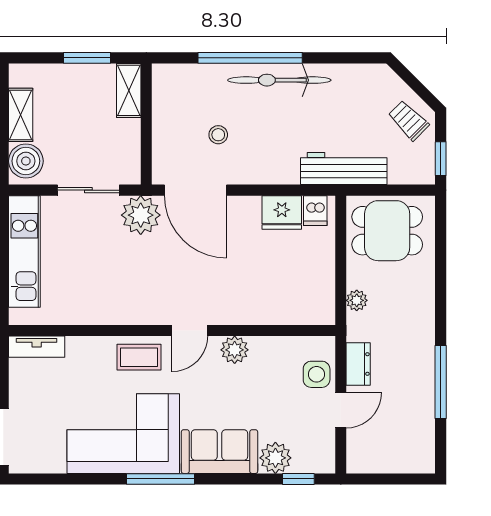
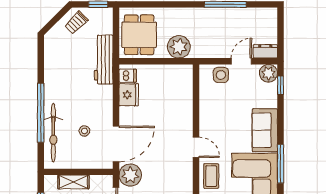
bicycle: (279, 80) -> (53, 133), moved
shelving: (129, 90) -> (73, 182), moved
plant: (357, 300) -> (179, 47), width x1.88, depth x1.88
plant: (235, 350) -> (207, 122), removed
dresser: (358, 364) -> (265, 51), moved
door: (341, 410) -> (241, 61), hinge flipped
plant: (275, 458) -> (268, 73), moved

